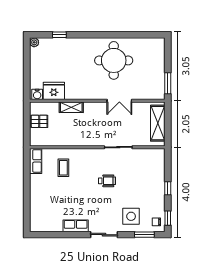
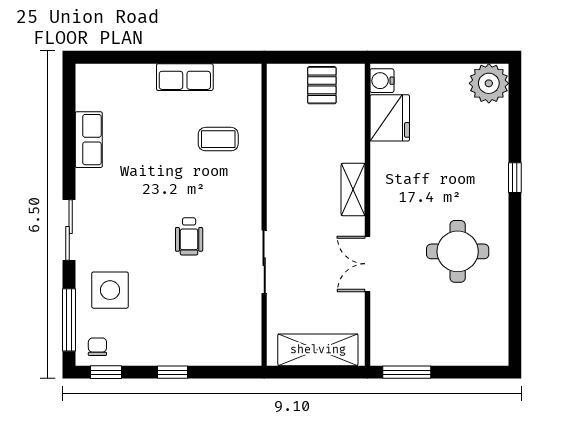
window: (59, 35) -> (515, 178), moved
plant: (34, 42) -> (489, 83), width x1.87, depth x1.87
round table: (114, 60) -> (458, 251), width x0.73, depth x0.73
shelving: (71, 107) -> (353, 190), moved
row of seats: (36, 161) -> (185, 77), moved
row of seats: (76, 226) -> (89, 140), moved
window: (144, 235) -> (69, 320), width x1.44

